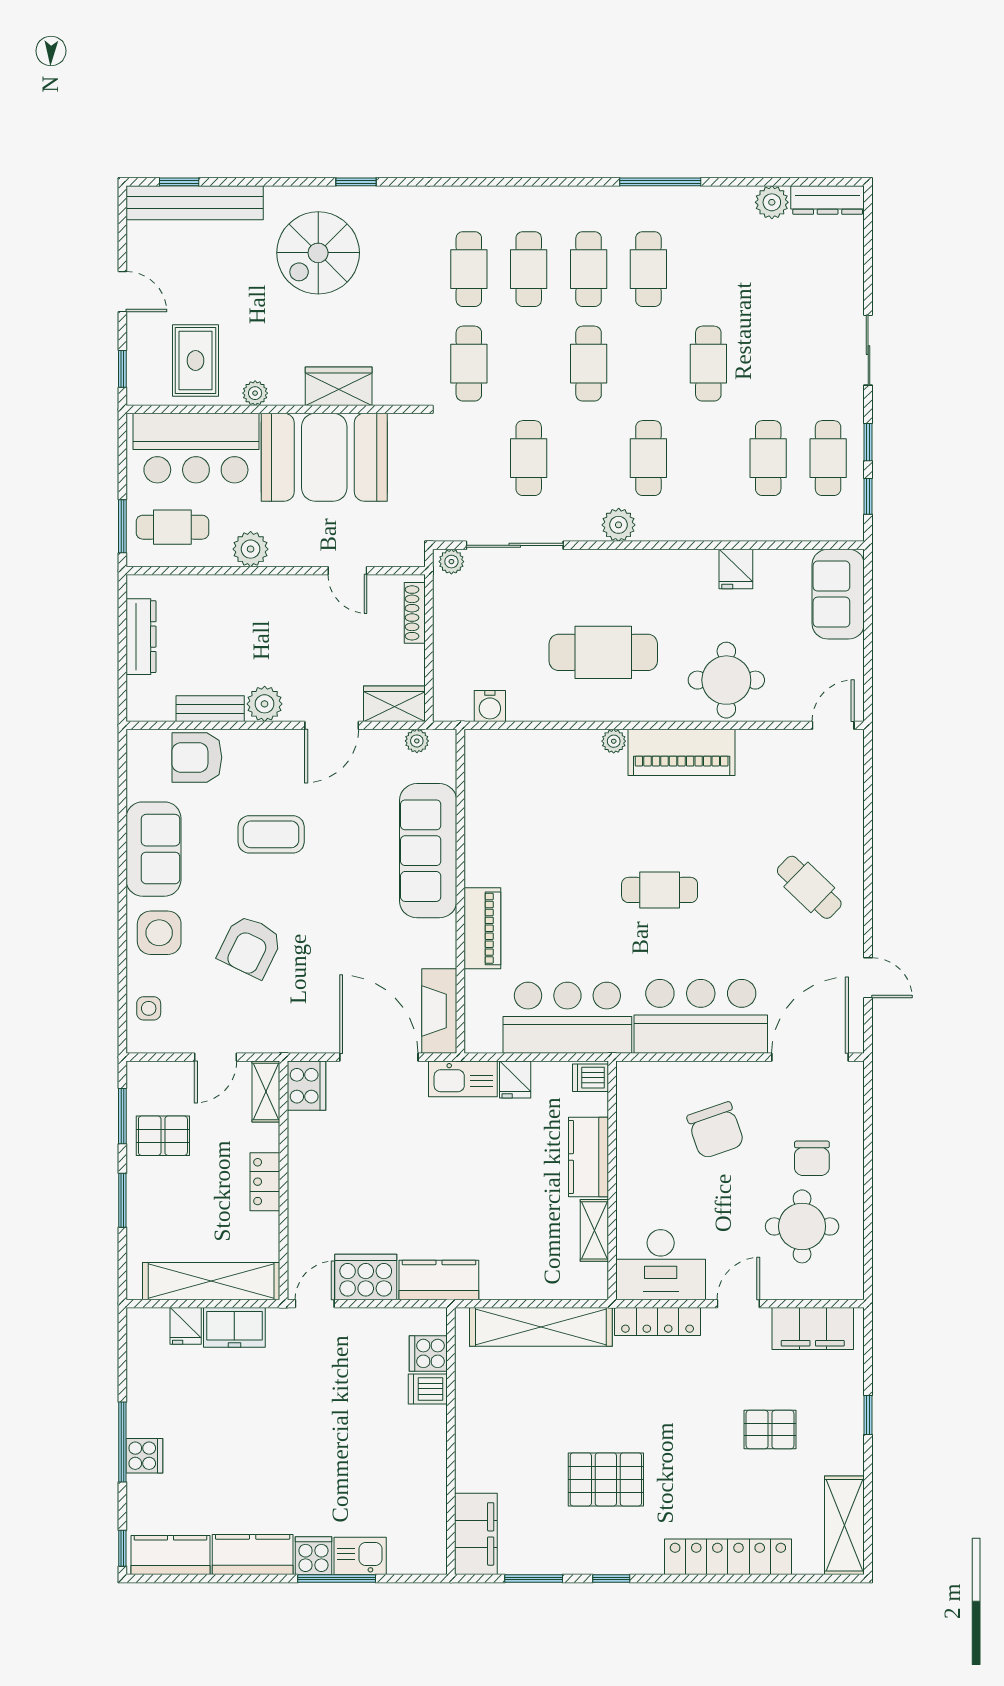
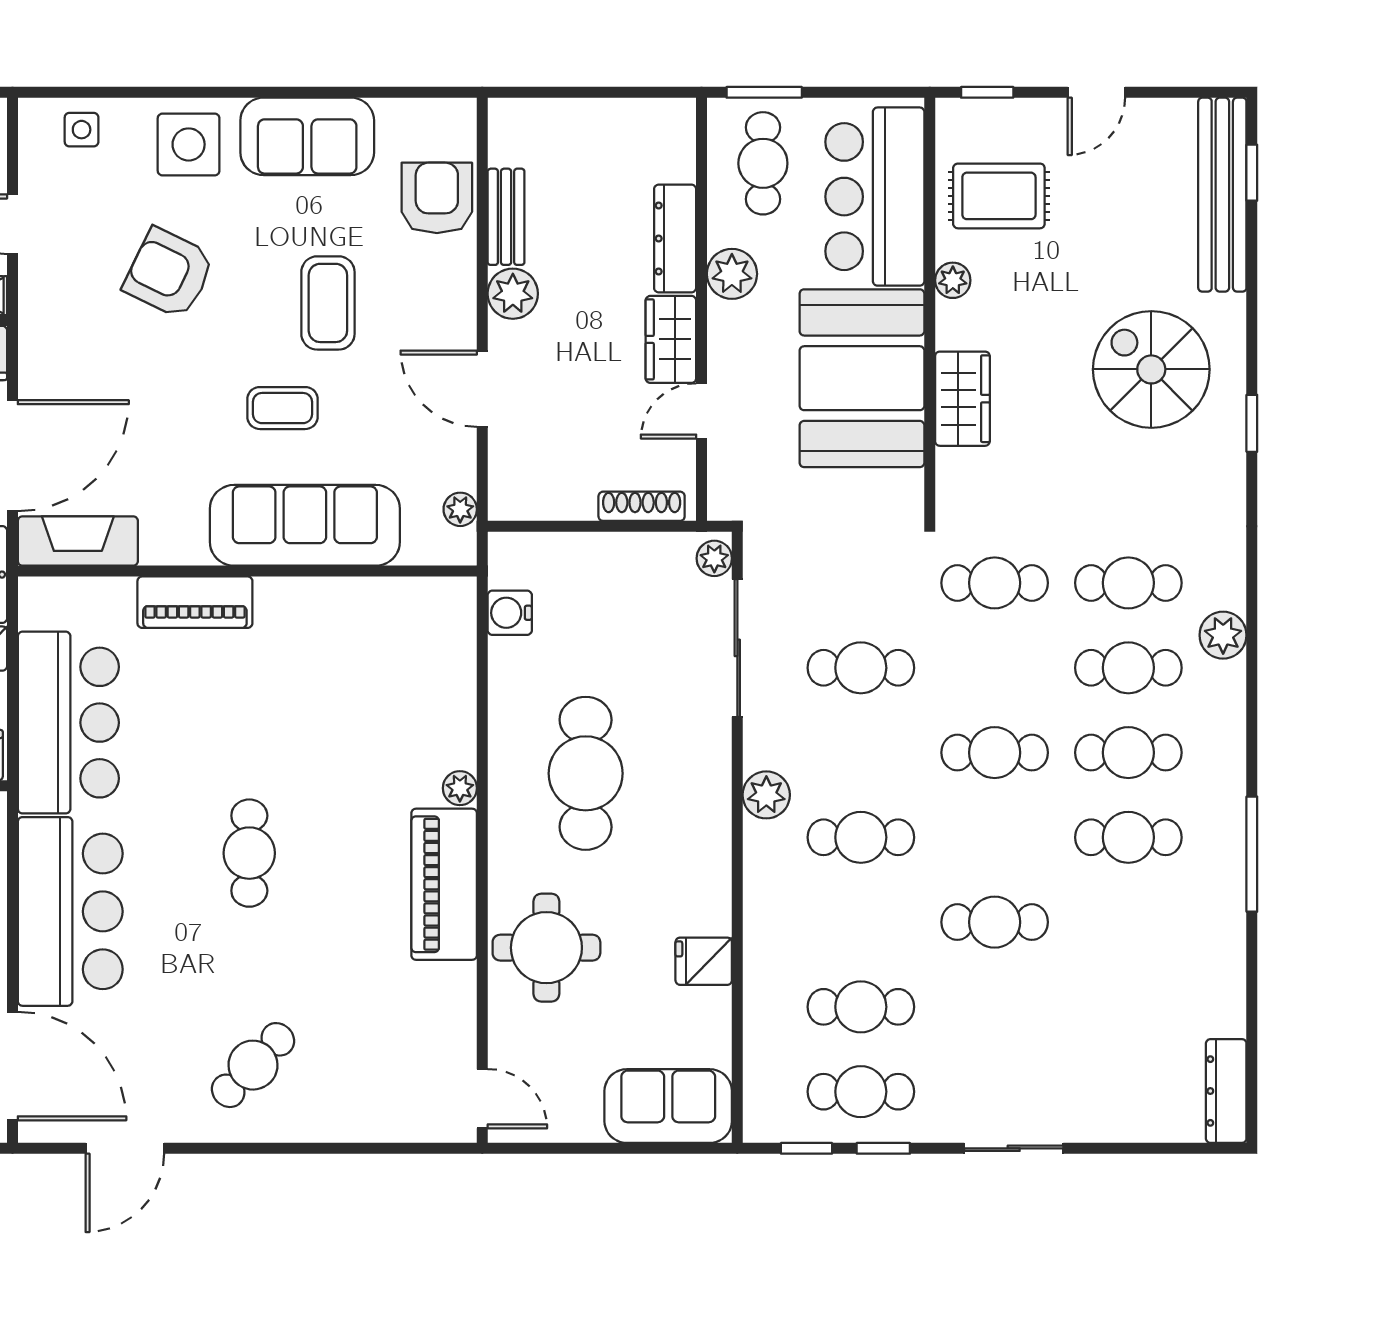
plant: (772, 202) -> (1223, 635), moved
dresser: (141, 637) -> (675, 238), moved, turned 90
wardrobe: (394, 704) -> (671, 339), moved, turned 180
coffee table: (345, 866) -> (282, 408), added
door: (868, 978) -> (125, 1148), width x1.38

